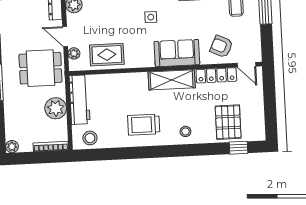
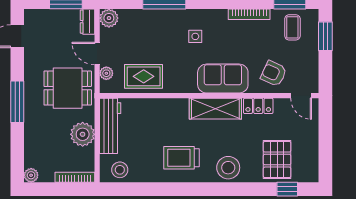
locker: (216, 75) -> (258, 106), width x0.66
stool: (185, 131) -> (228, 168), width x1.89, depth x1.89

